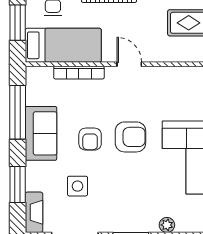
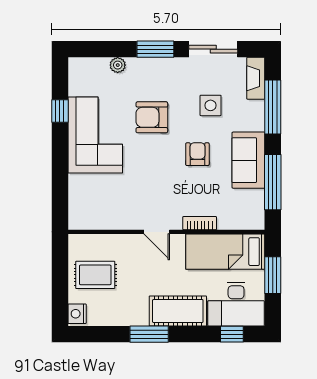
bookcase: (79, 73) -> (200, 223), width x0.64
armchair: (130, 137) -> (152, 117), moved
window: (18, 184) -> (273, 107), width x1.44

